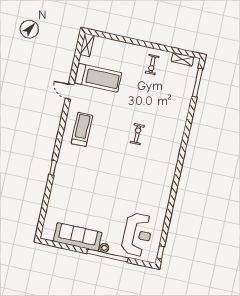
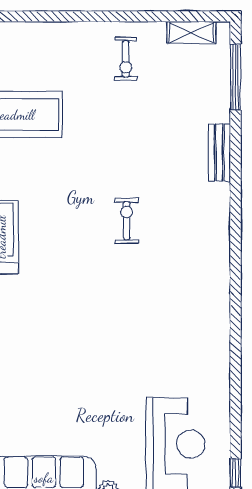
bench: (184, 113) -> (219, 153), added

